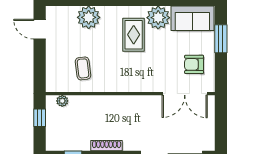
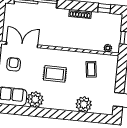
rug: (134, 35) -> (55, 74), moved, turned 90
armchair: (194, 64) -> (14, 64), turned -90

